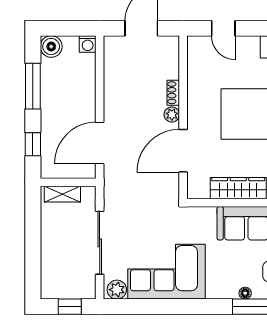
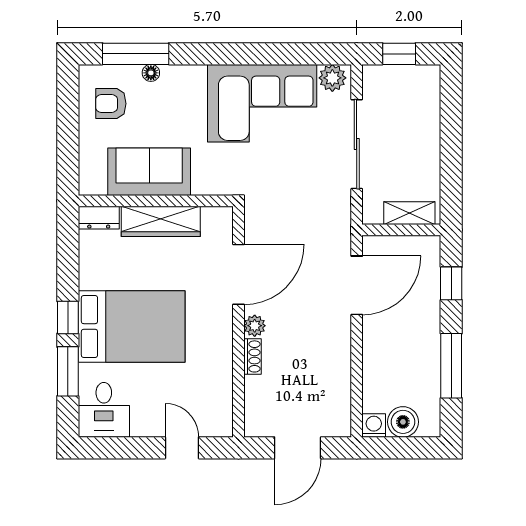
boiler: (51, 47) -> (403, 422), moved

